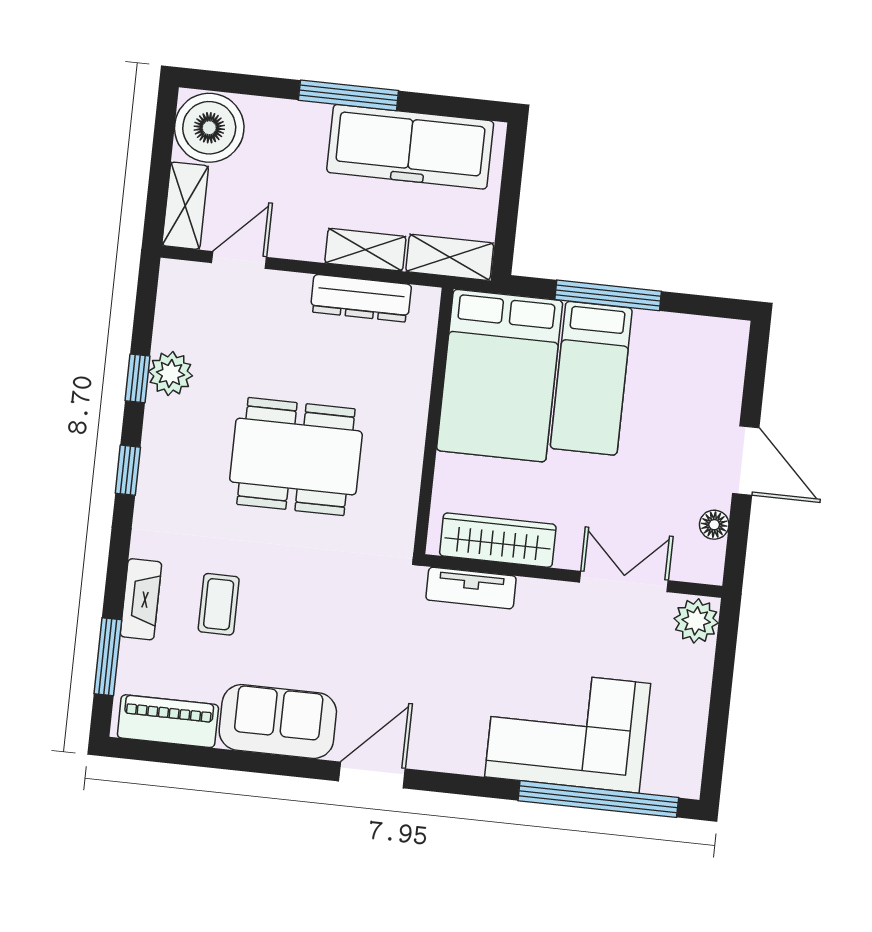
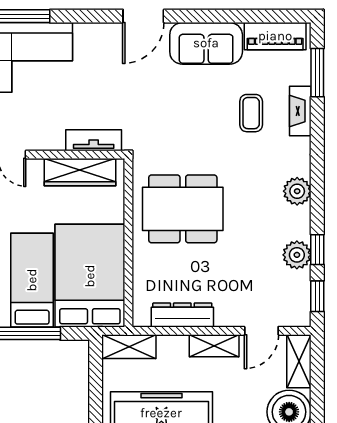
shelving: (365, 250) -> (214, 346), moved
dining table: (296, 457) -> (183, 209), moved
window: (128, 470) -> (317, 296), moved
plant: (159, 474) -> (297, 191), added

